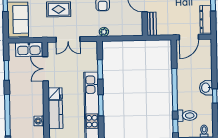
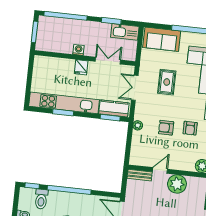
kitchen sink: (29, 49) -> (125, 32), moved, turned -90
window: (100, 69) -> (110, 118), moved
kitchen counter: (55, 114) -> (114, 108), moved, turned 180
washing machine: (39, 121) -> (78, 50), moved

